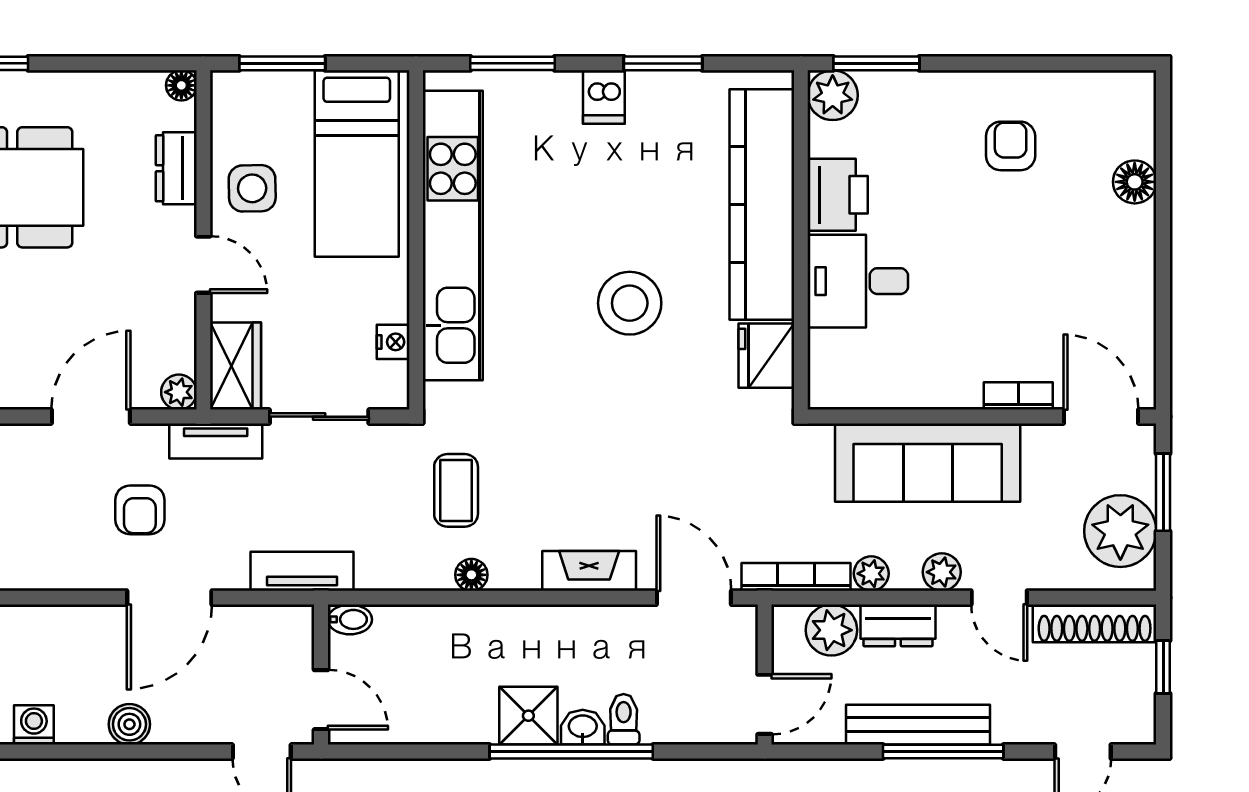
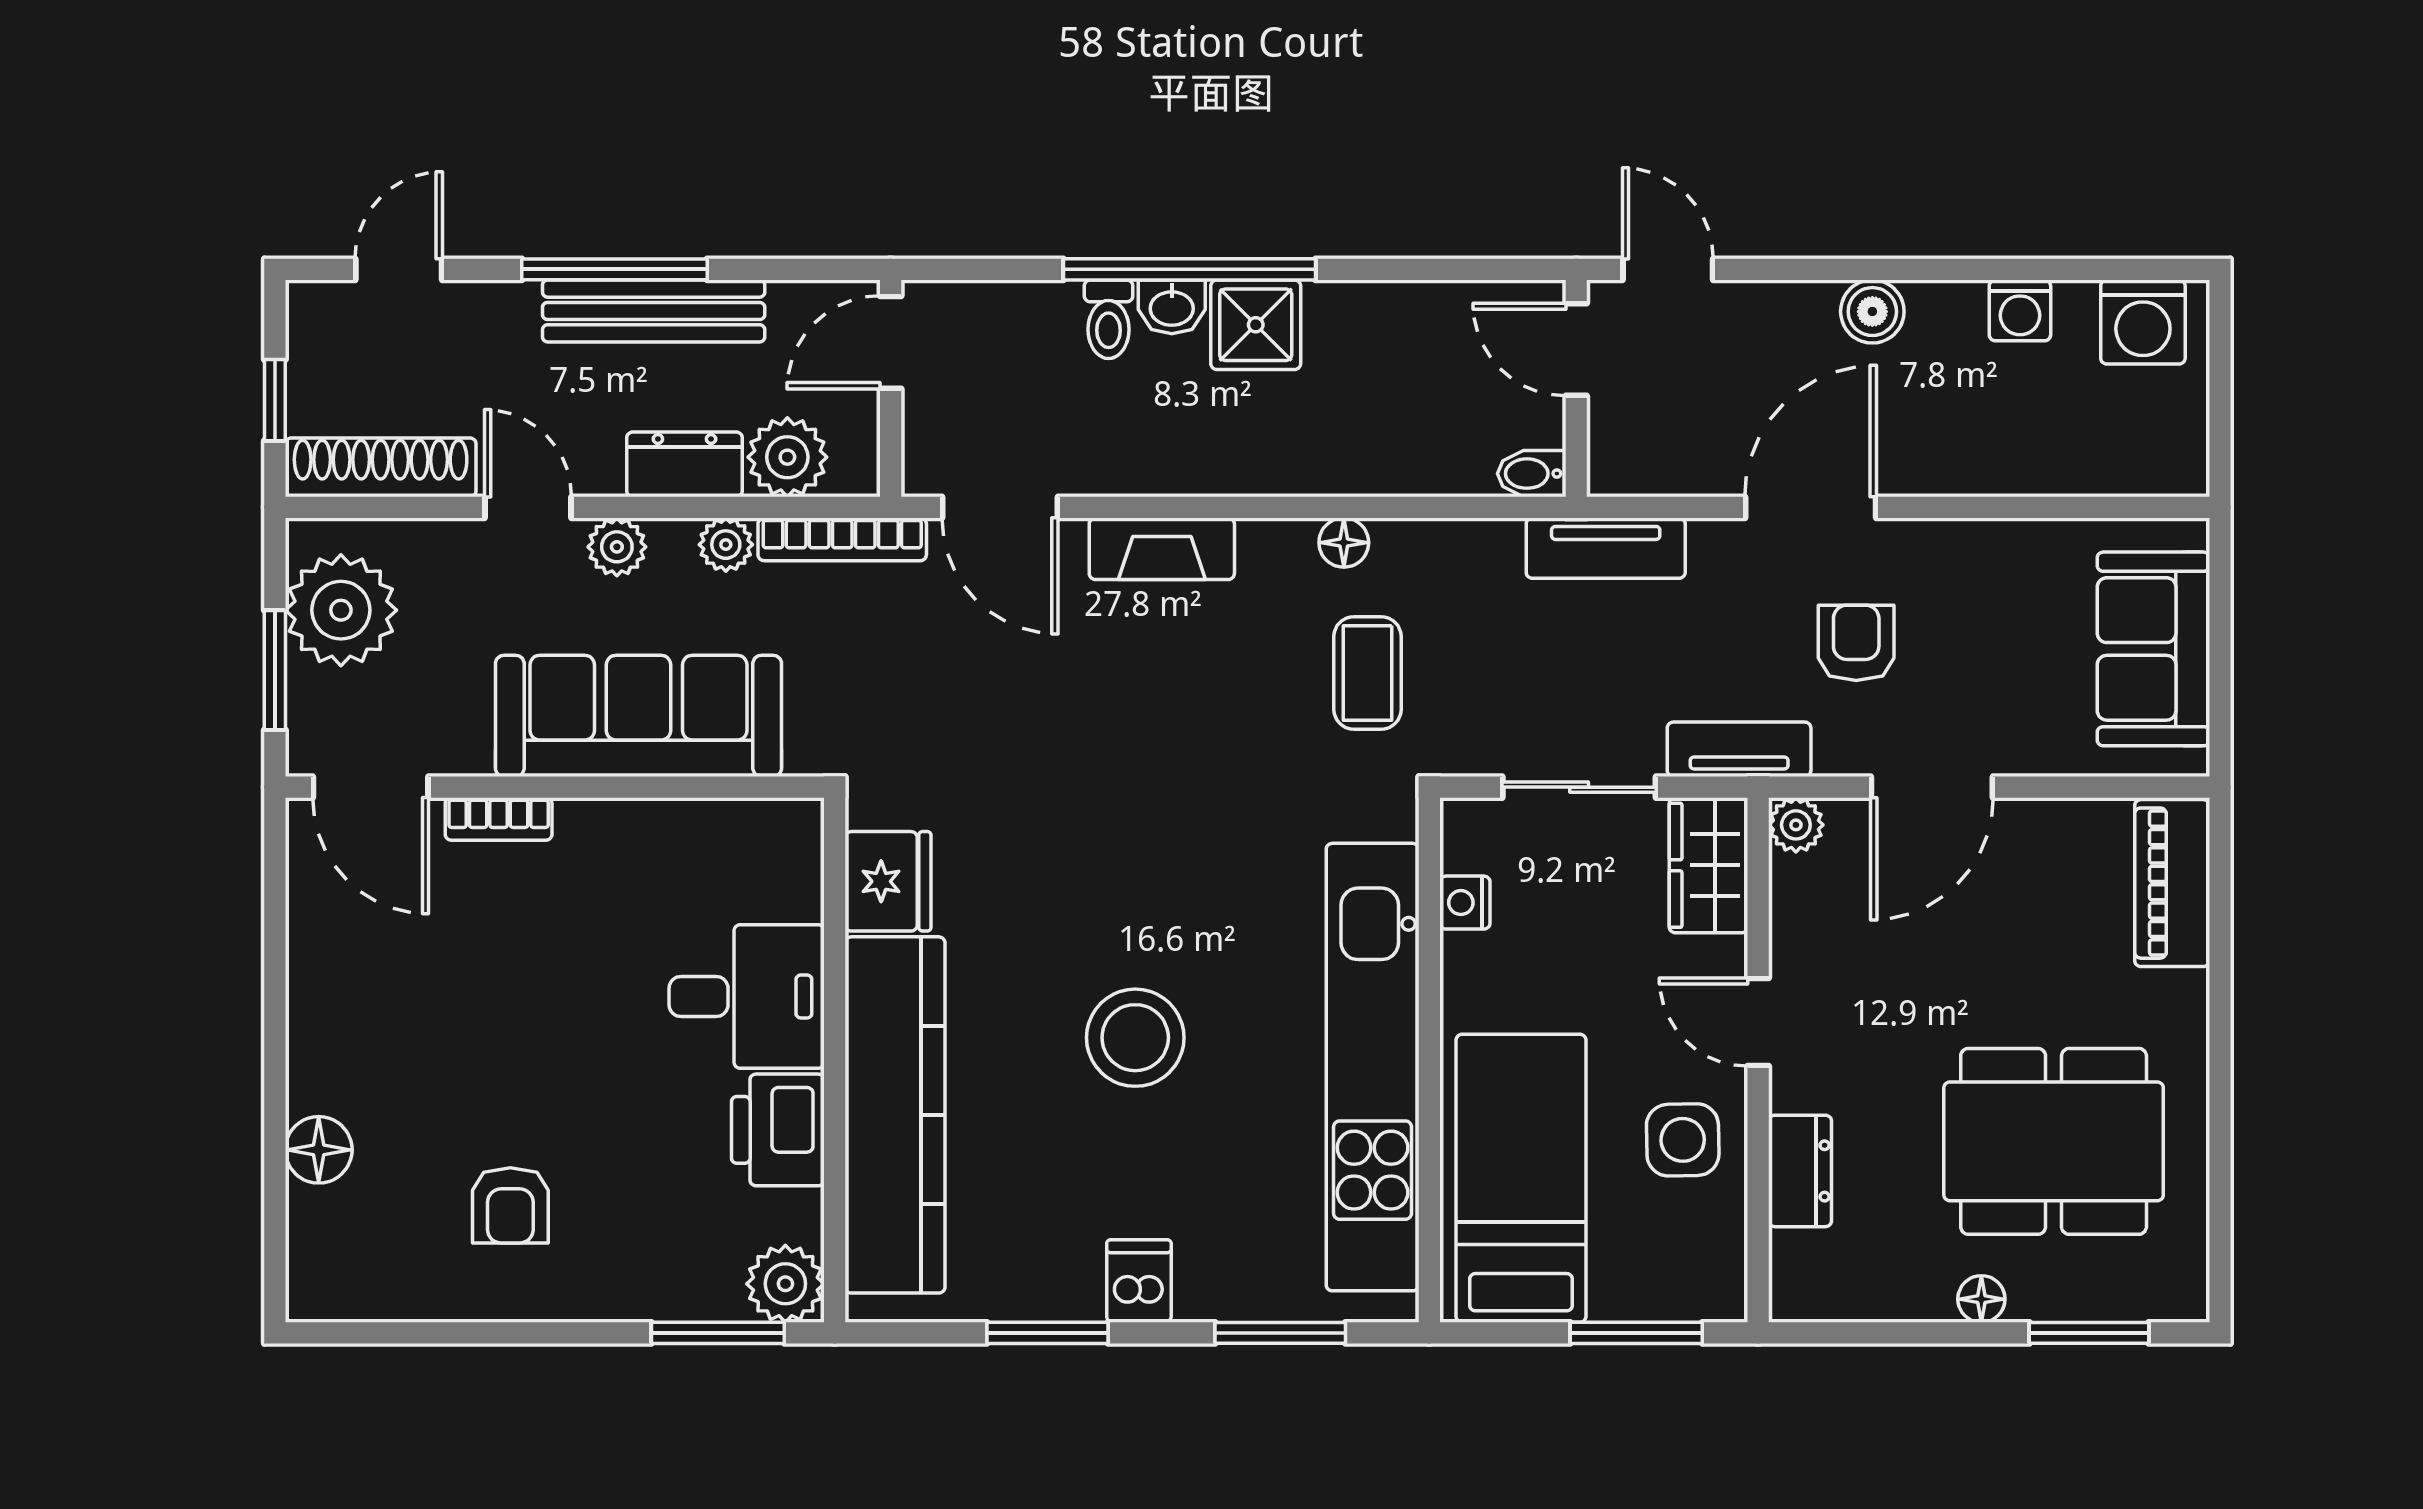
floor lamp: (181, 85) -> (1981, 1299), moved
stool: (630, 303) -> (1135, 1038), moved

